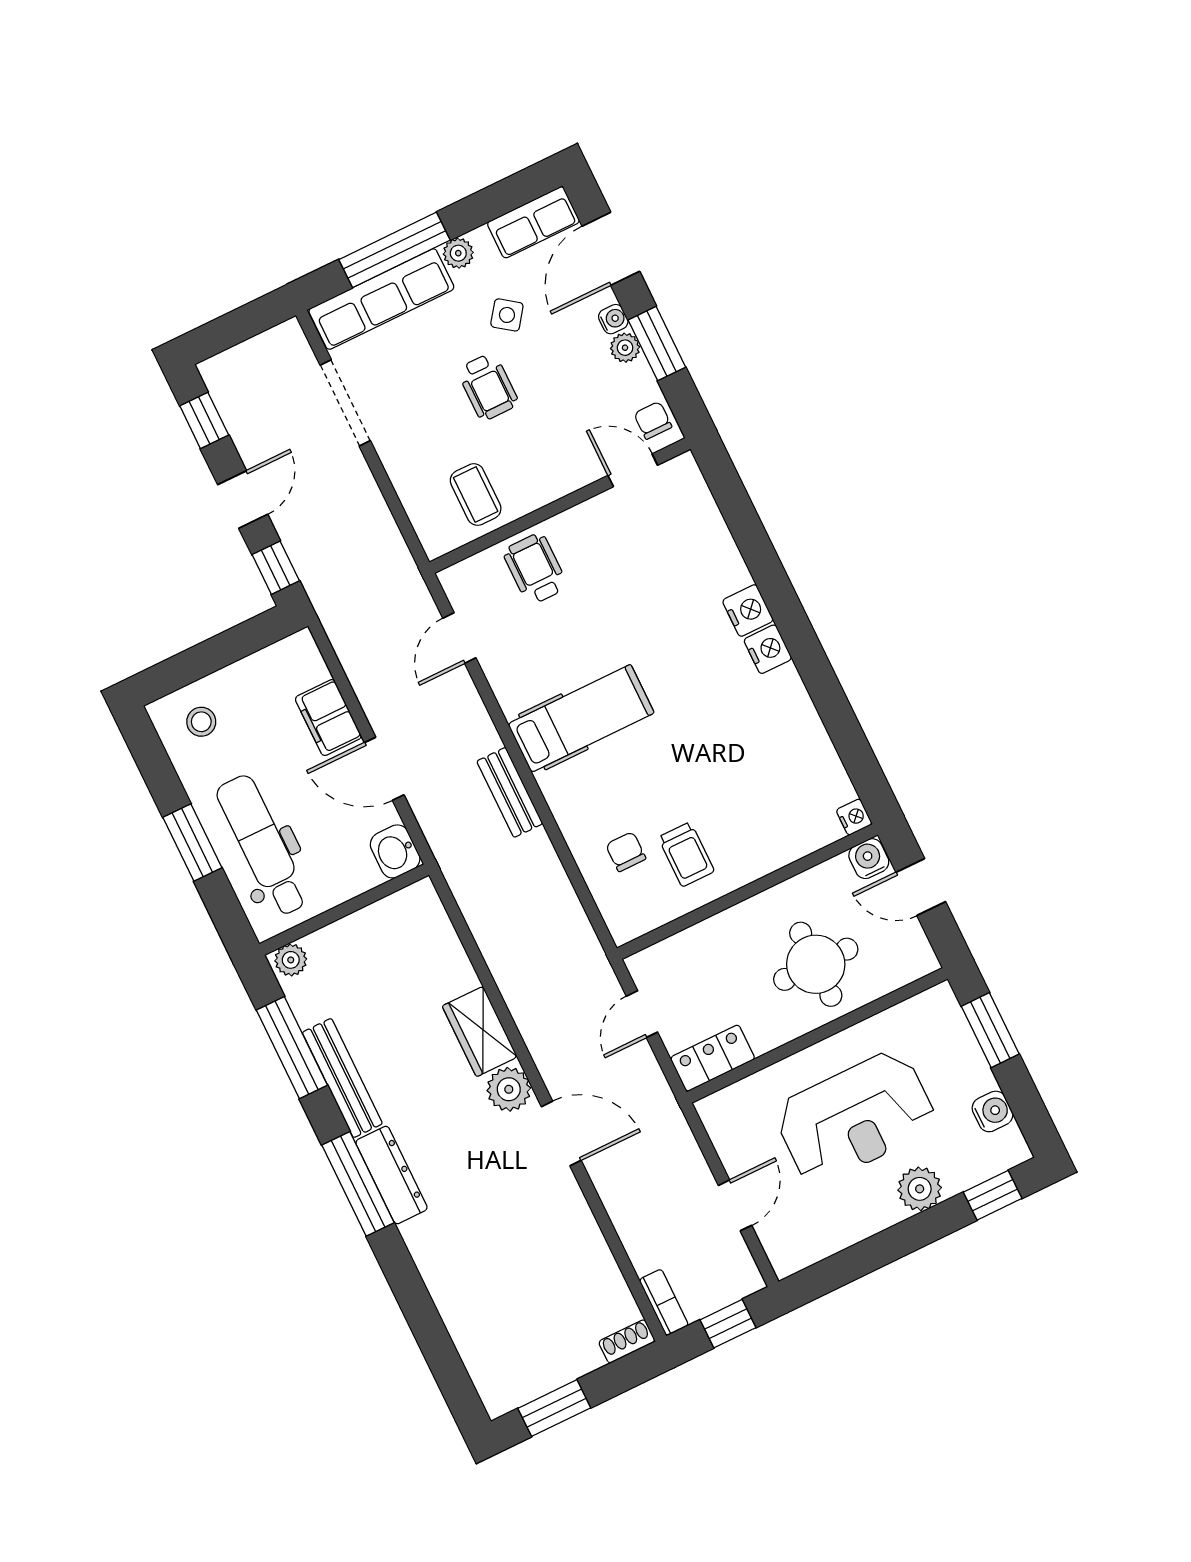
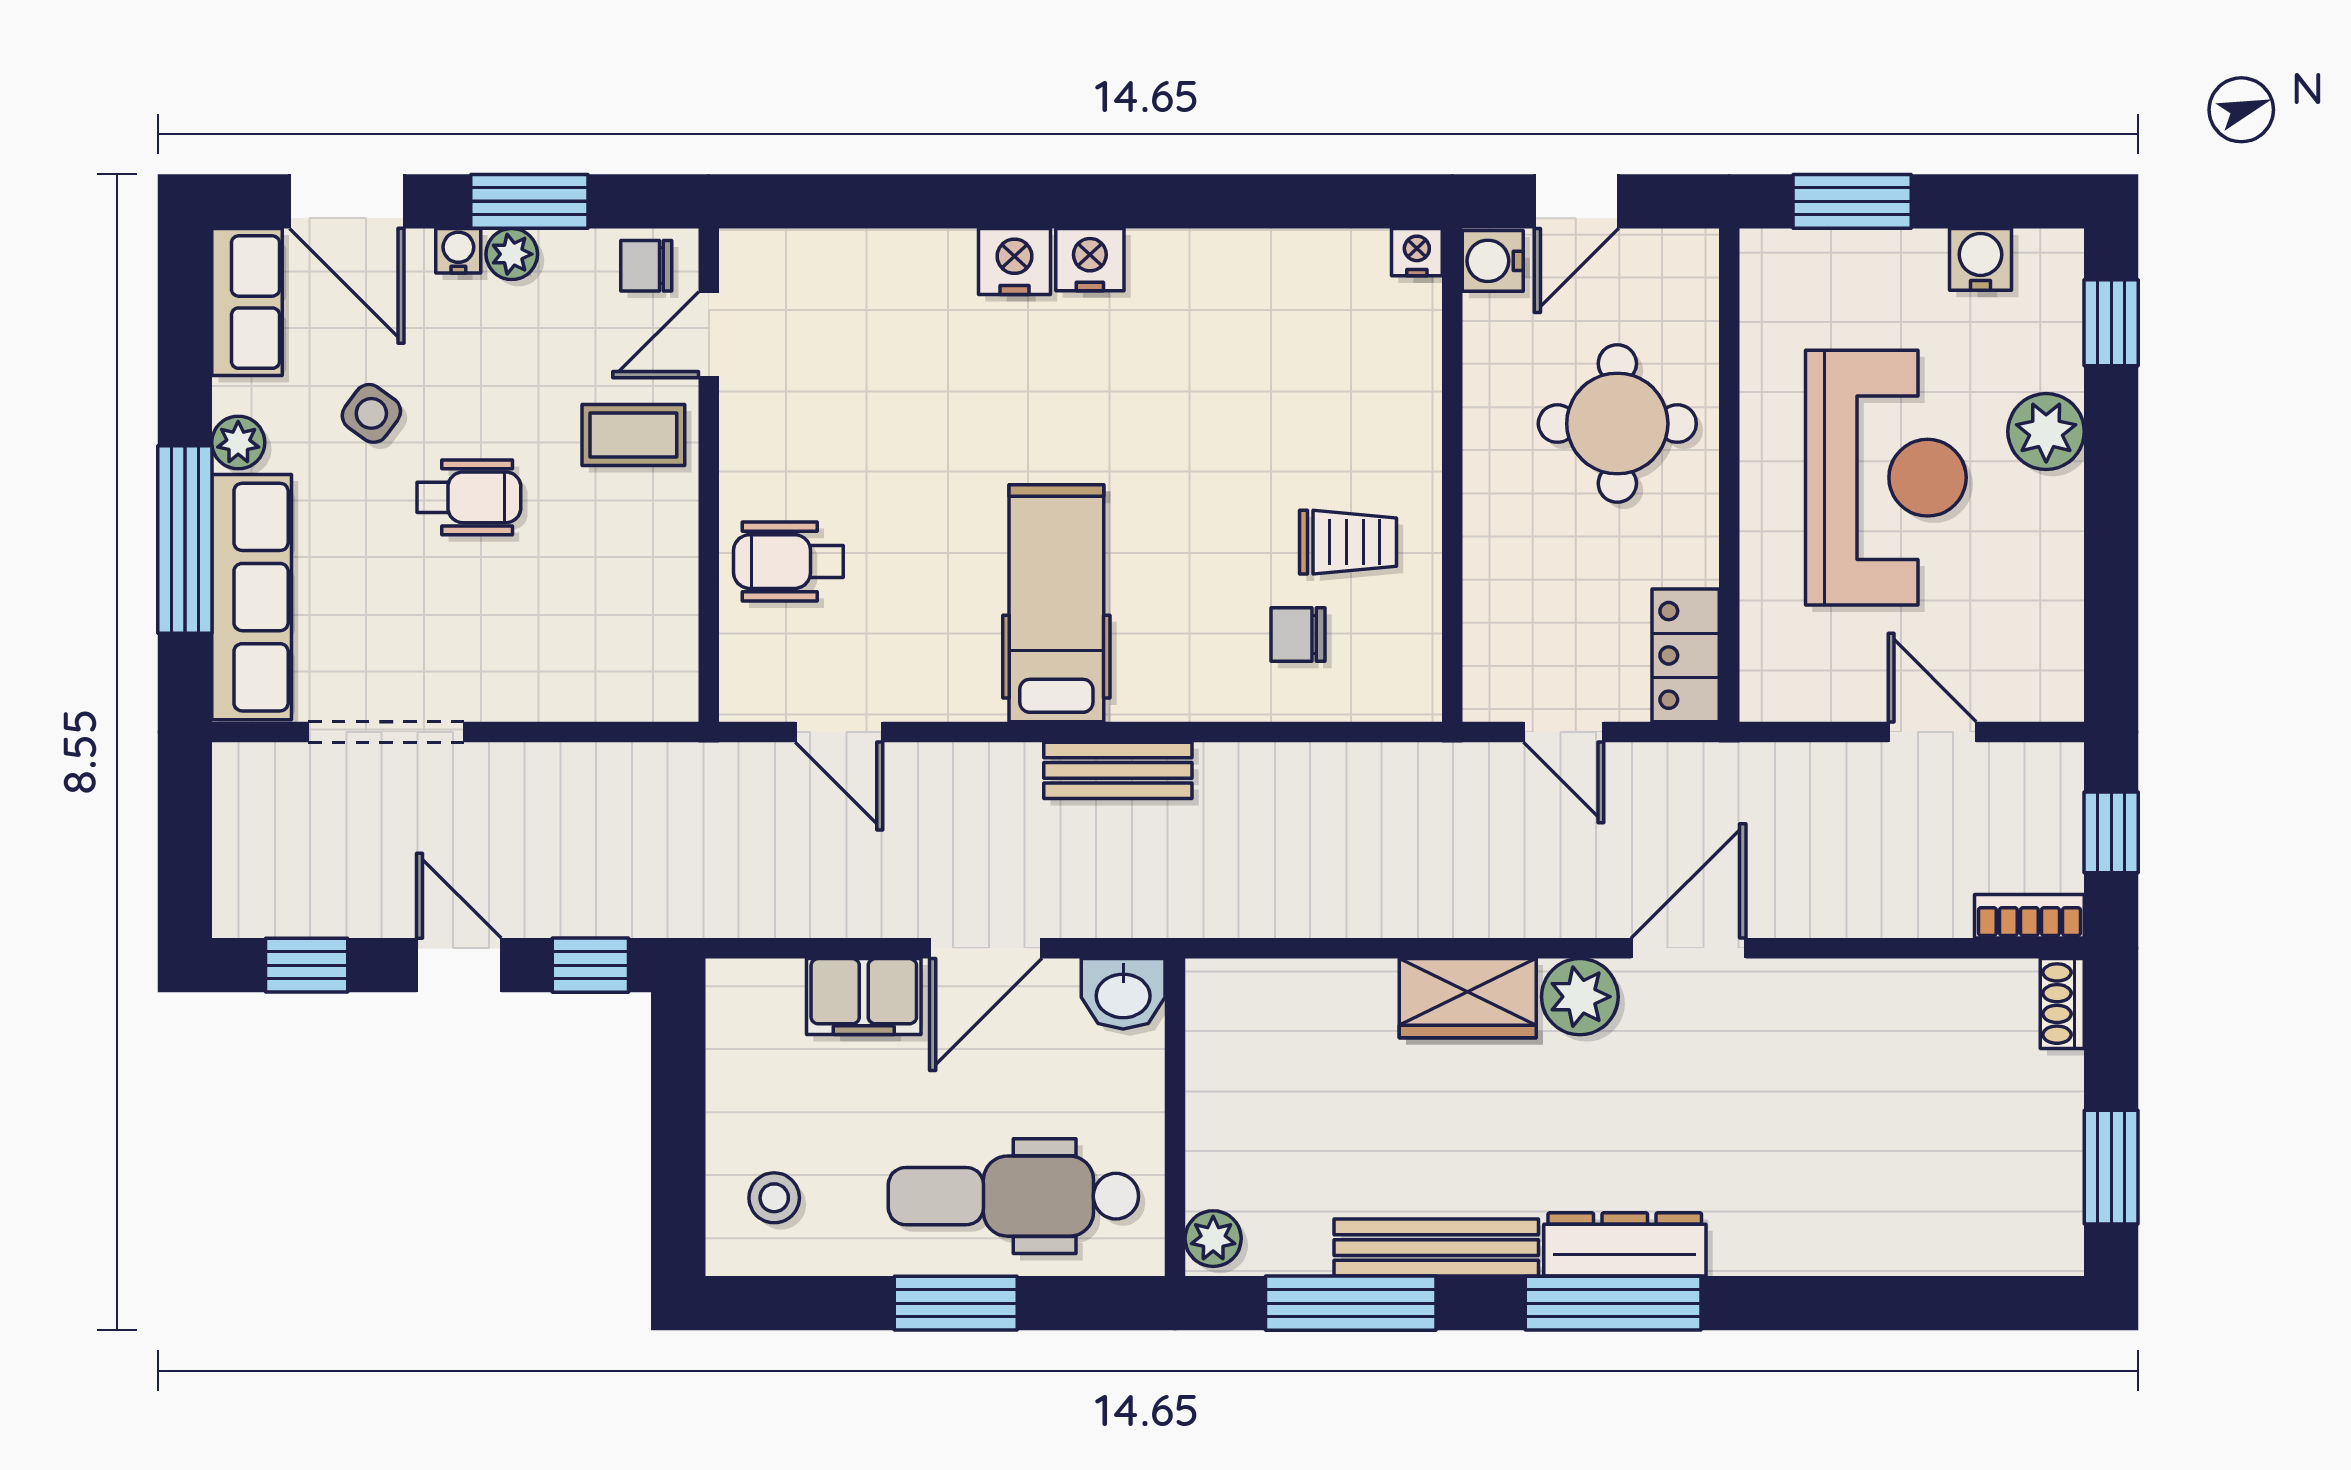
coffee table: (476, 495) -> (633, 435), moved

